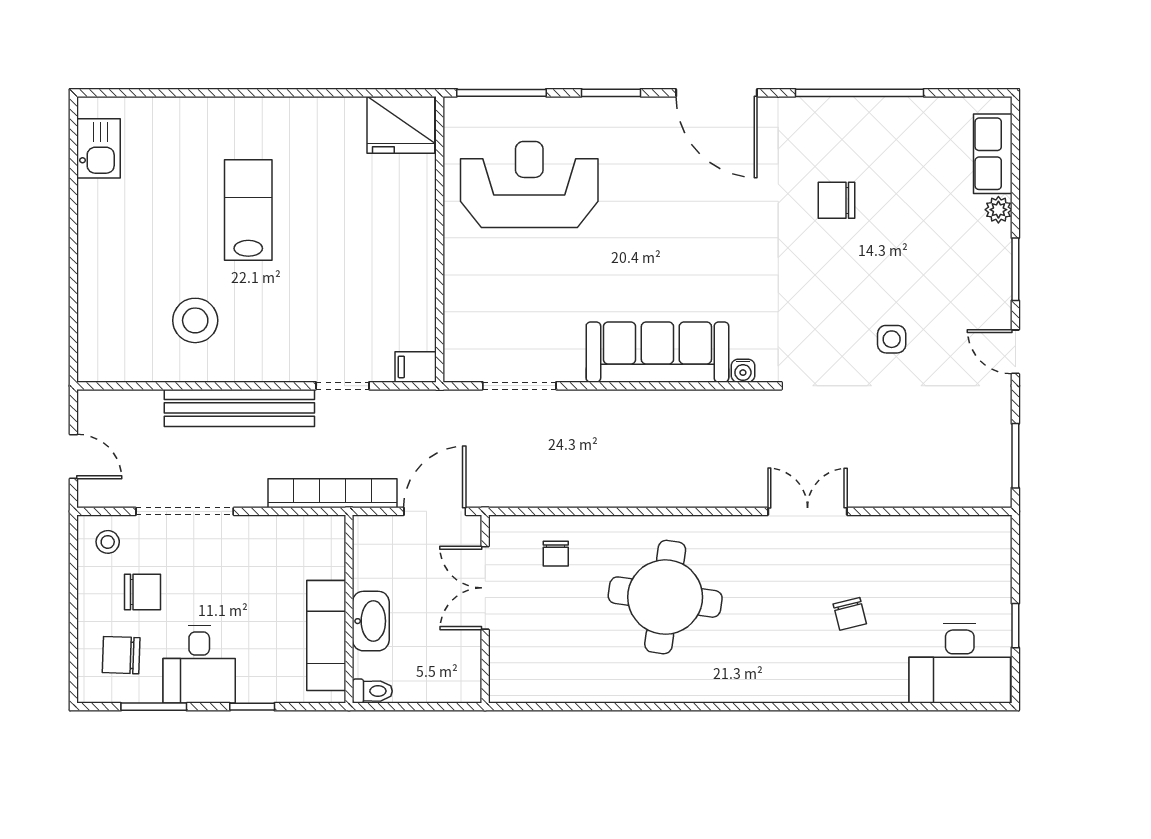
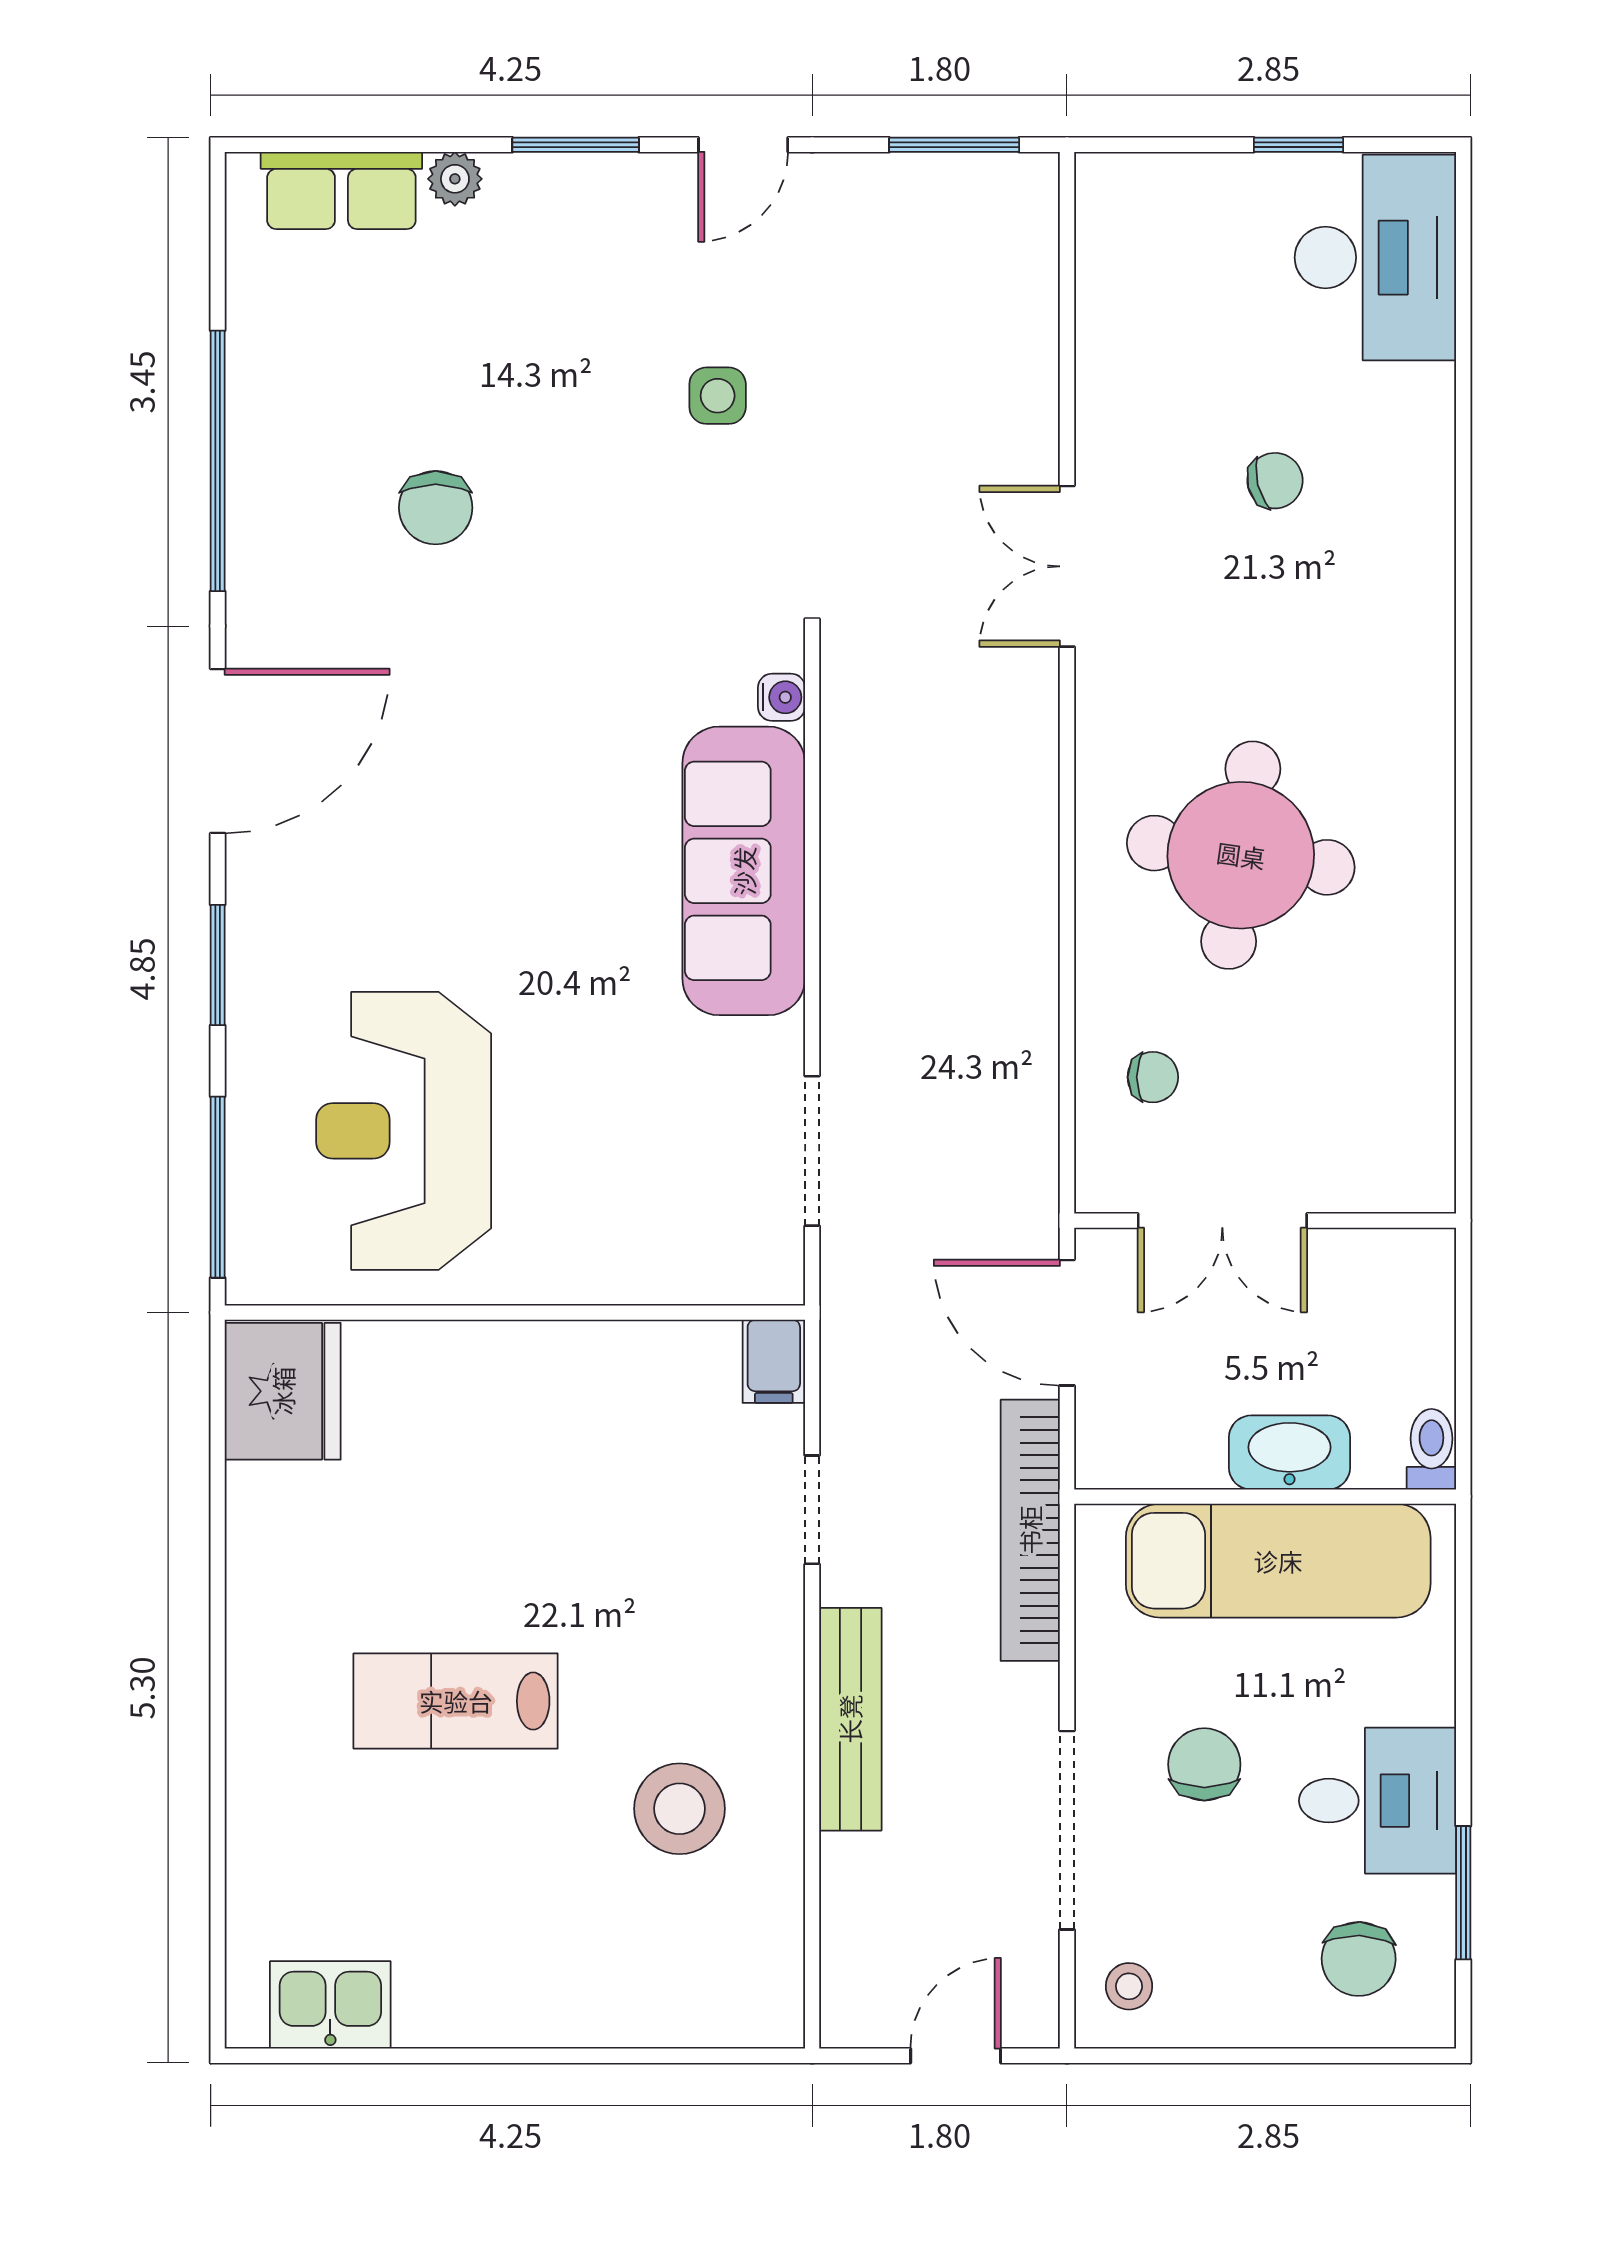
bench: (239, 408) -> (850, 1719), width x0.73, depth x0.82
chair: (142, 592) -> (1204, 1764), moved
exam couch: (326, 635) -> (1278, 1561), width x1.36, depth x1.45
window: (252, 707) -> (1463, 1693), removed

